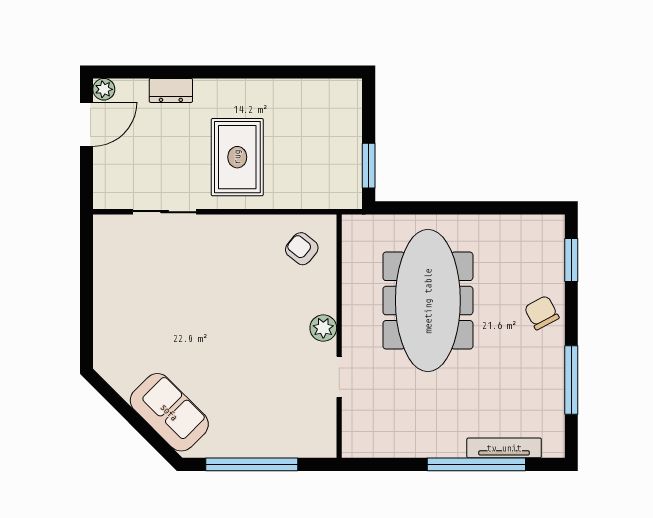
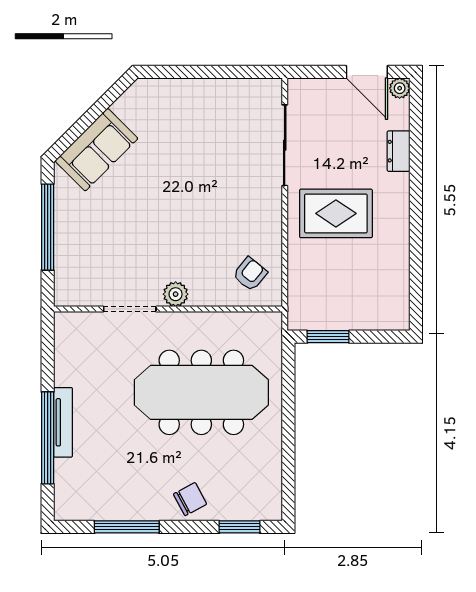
sliding door: (165, 212) -> (285, 145), width x1.37
doorway: (339, 377) -> (130, 309), width x1.38
tv unit: (504, 448) -> (63, 422), moved

